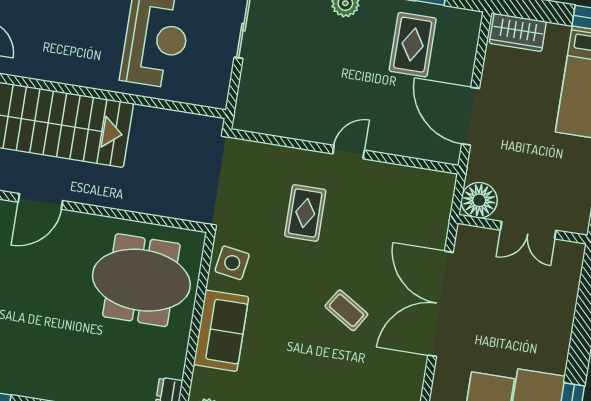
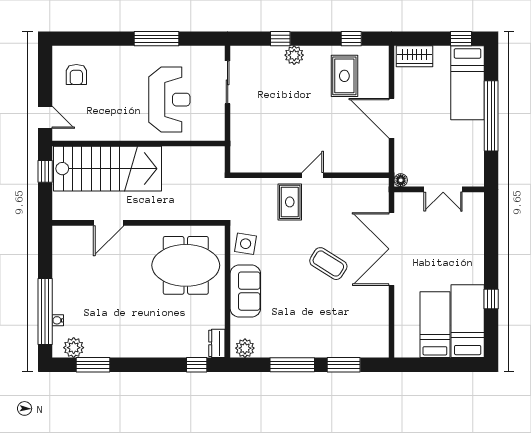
wall: (344, 151) -> (310, 175), moved
door: (349, 152) -> (313, 175), moved
floor lamp: (479, 200) -> (401, 180), width x0.53, depth x0.53
coffee table: (346, 310) -> (328, 264), width x1.36, depth x1.30

